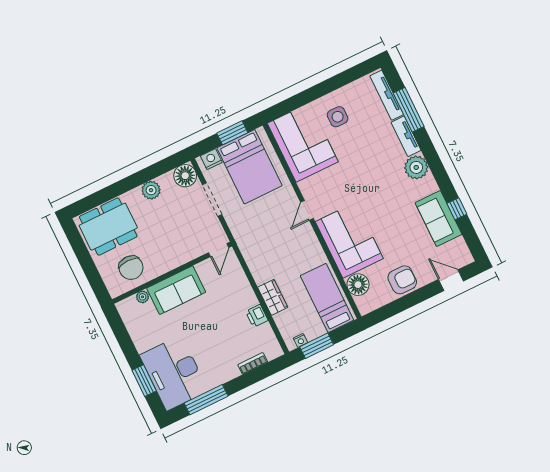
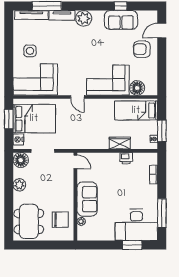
armchair: (402, 280) -> (142, 49), moved, turned -90

